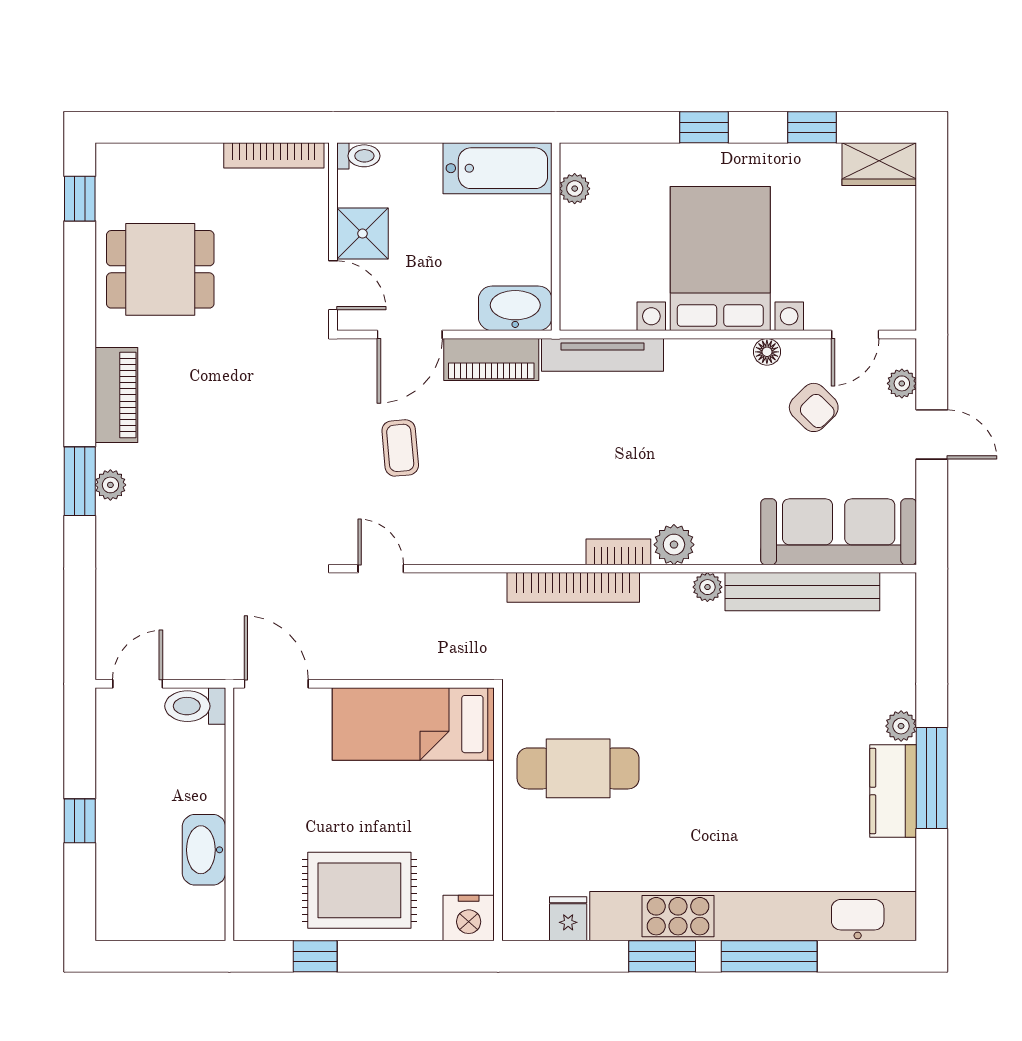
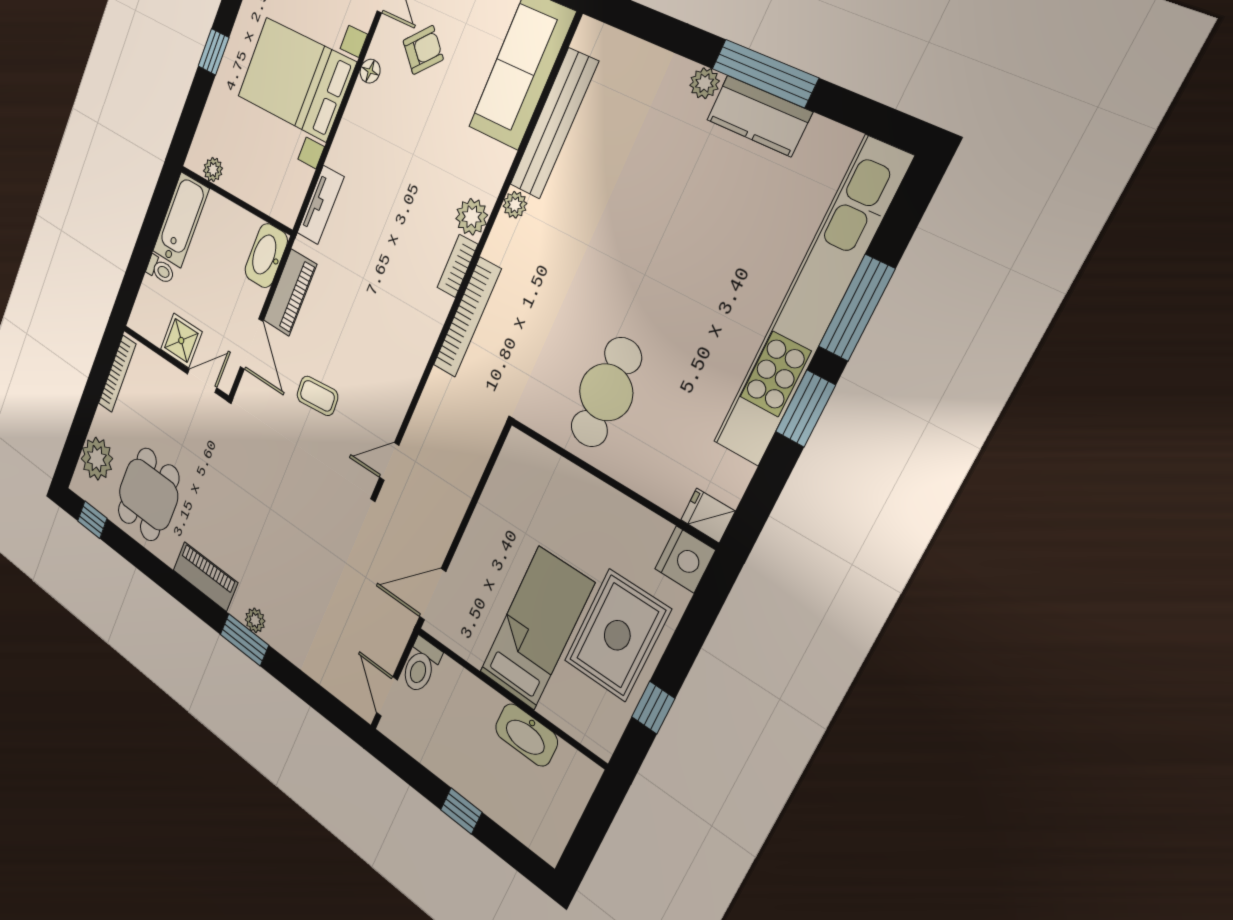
toilet: (358, 156) -> (160, 270), moved, turned 90
plant: (156, 171) -> (97, 459), added
tv unit: (602, 355) -> (320, 205), width x0.71
bed: (413, 724) -> (536, 628), moved, turned 180
fridge: (568, 919) -> (708, 516), moved

